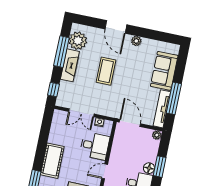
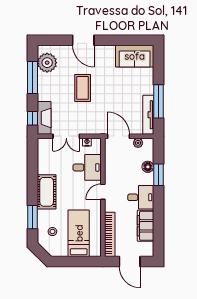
plant: (136, 41) -> (107, 50), removed
fireplace: (70, 65) -> (44, 118), moved
sofa: (164, 71) -> (135, 56), moved, turned -90
plant: (157, 135) -> (138, 143), moved
floor lamp: (149, 168) -> (148, 167), moved

